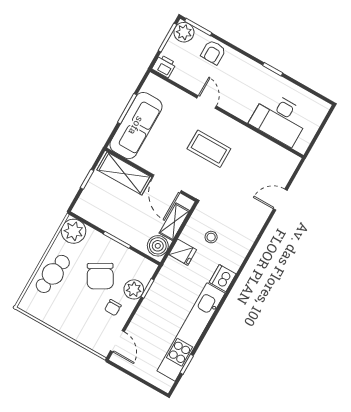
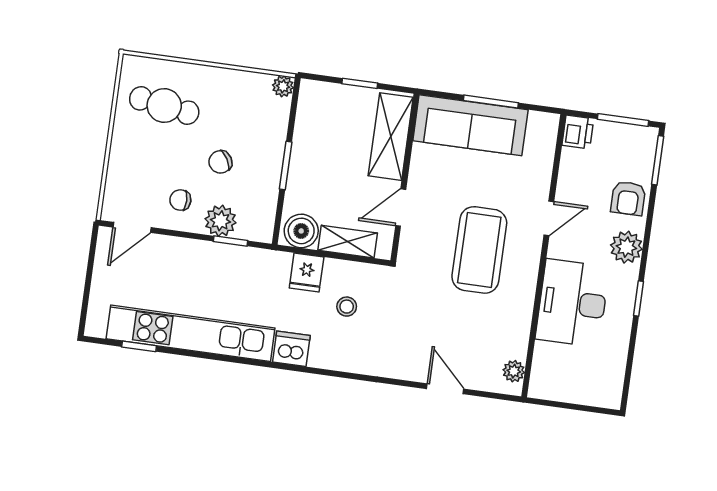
plant: (184, 32) -> (626, 247), moved
armchair: (213, 52) -> (628, 198), turned -90
desk: (280, 119) -> (572, 303), moved
coffee table: (209, 149) -> (479, 250), width x1.36, depth x1.32
plant: (286, 157) -> (514, 371), added
door: (167, 184) -> (401, 208), width x0.73
plant: (74, 231) -> (283, 86), width x0.53, depth x0.53
cafe table: (53, 274) -> (164, 106), moved
chair: (100, 276) -> (220, 162), width x0.54, depth x0.54

